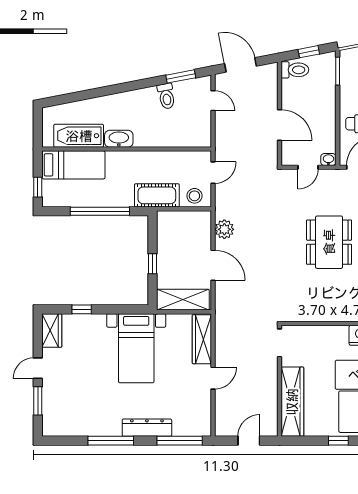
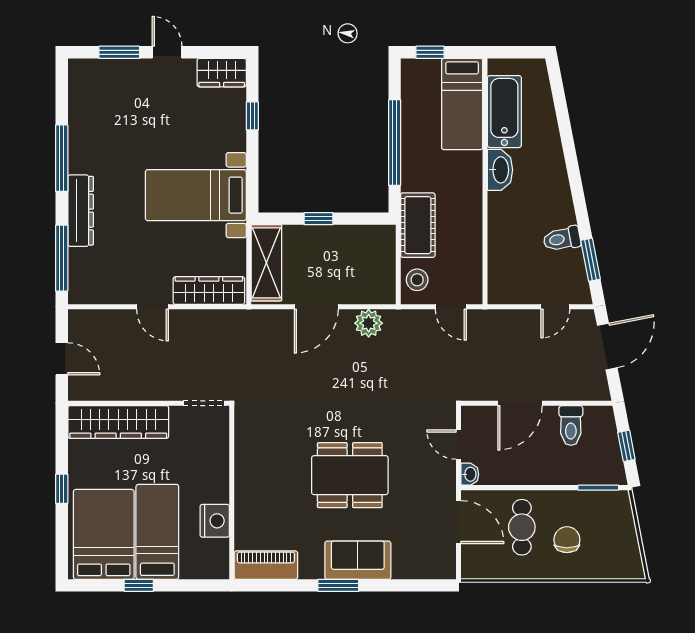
toilet: (295, 70) -> (571, 425), moved

